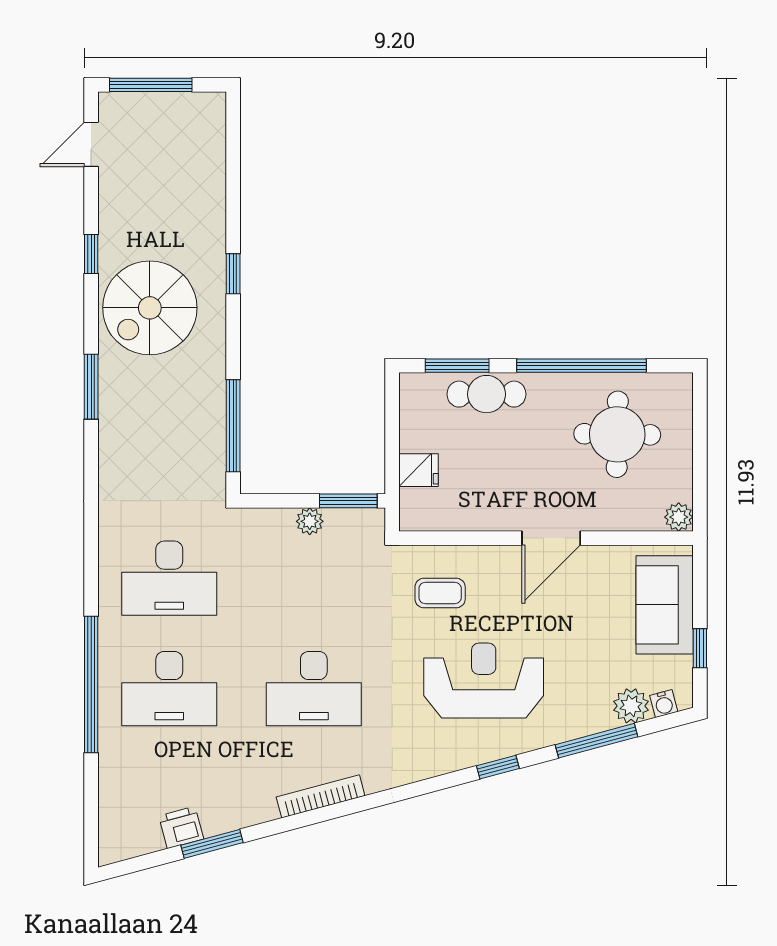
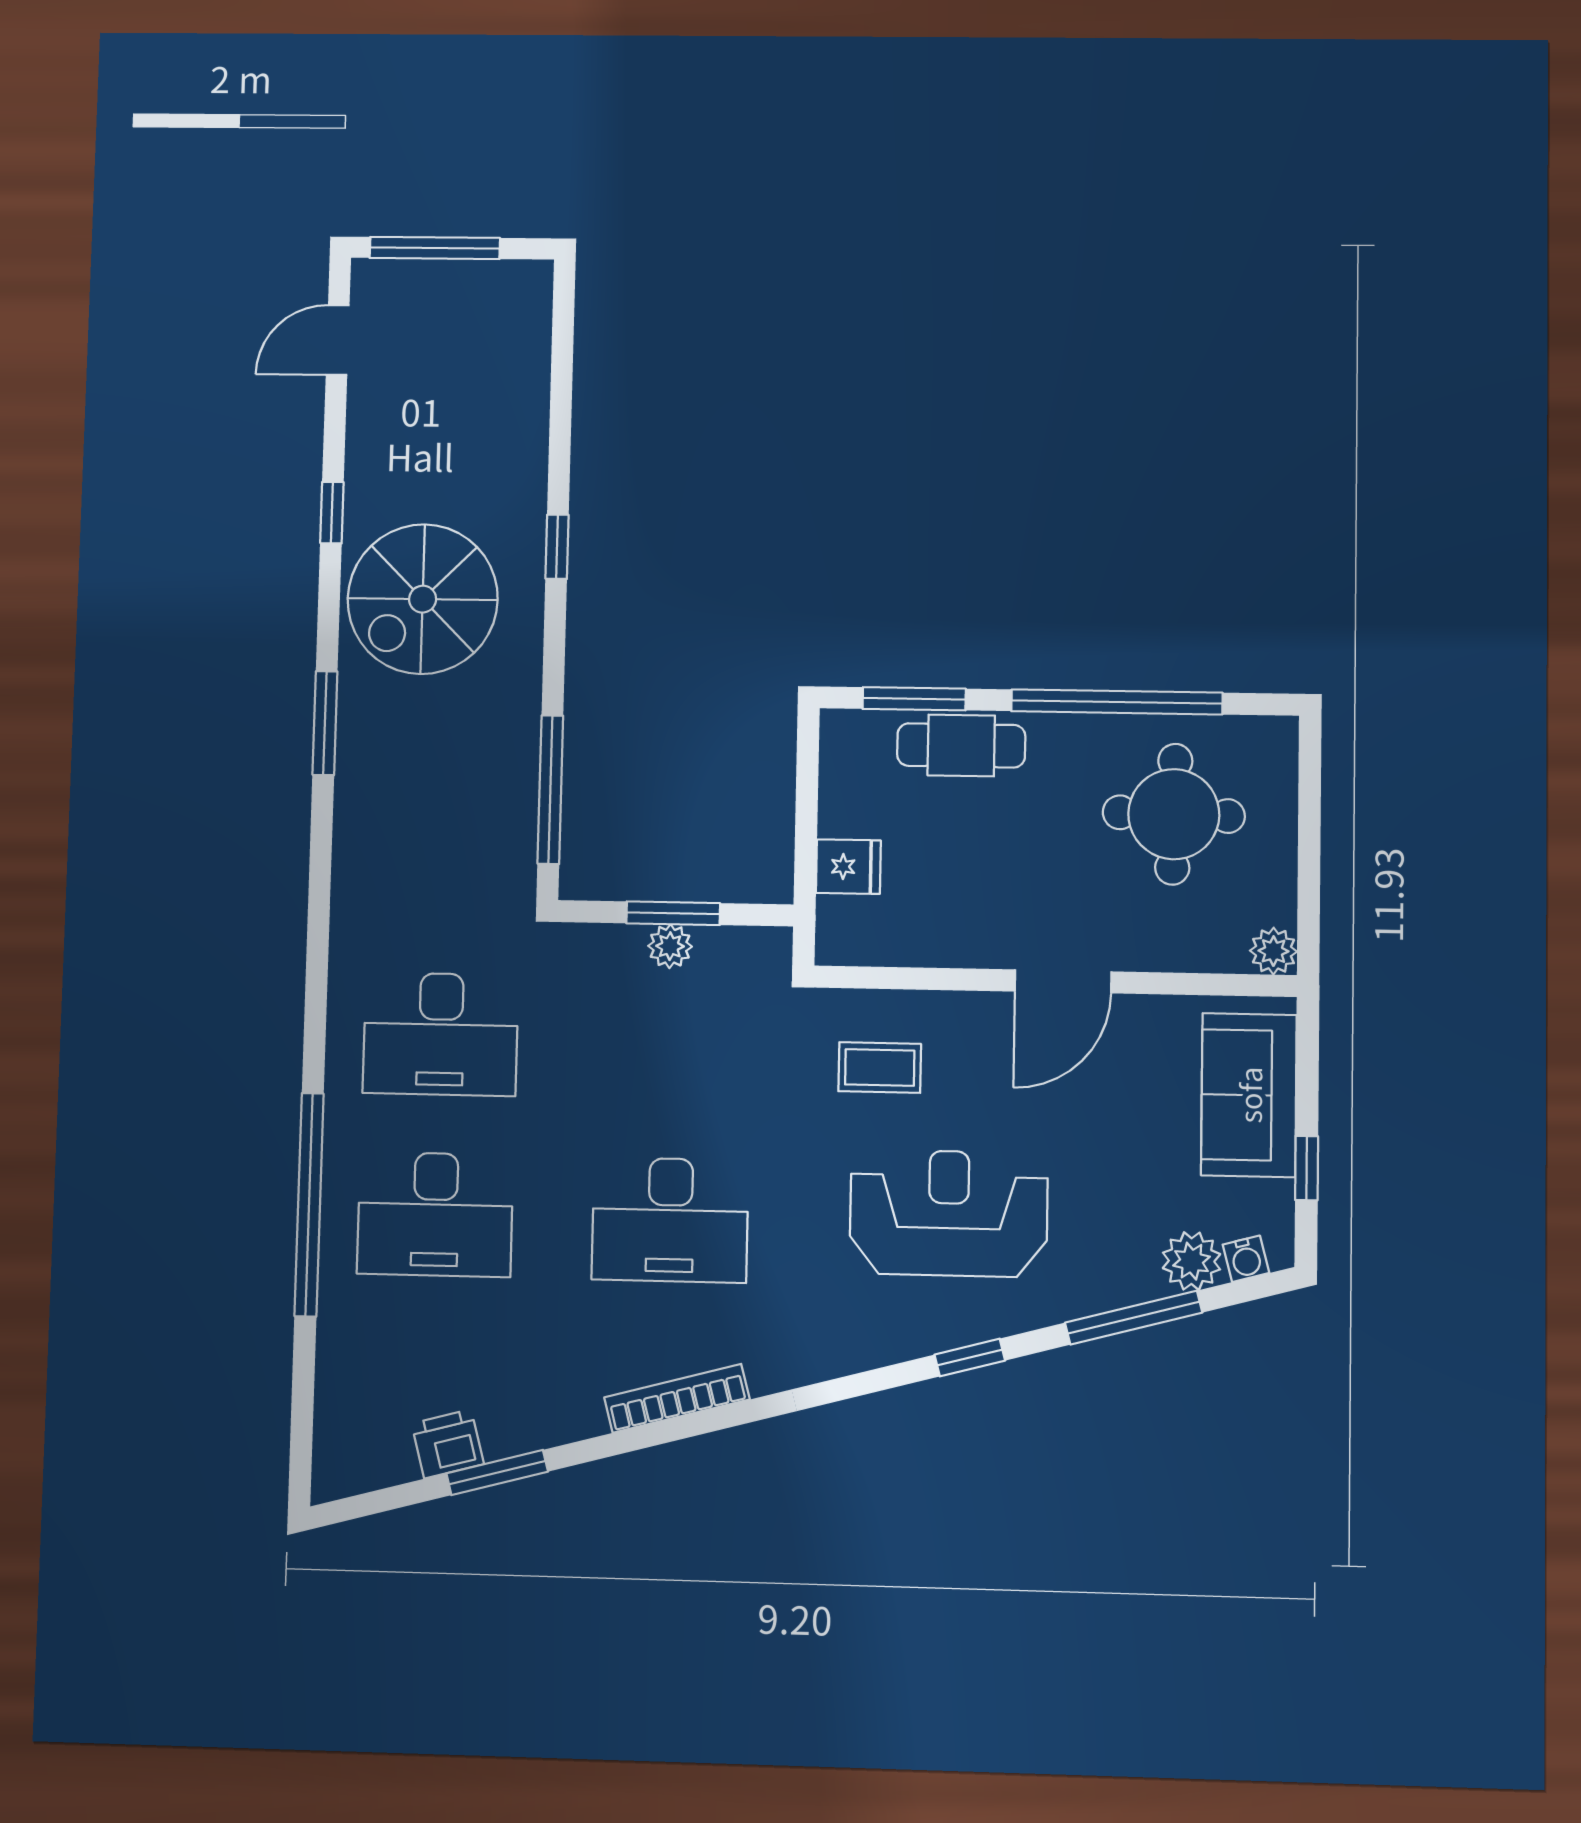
window: (348, 501) -> (673, 913), moved

